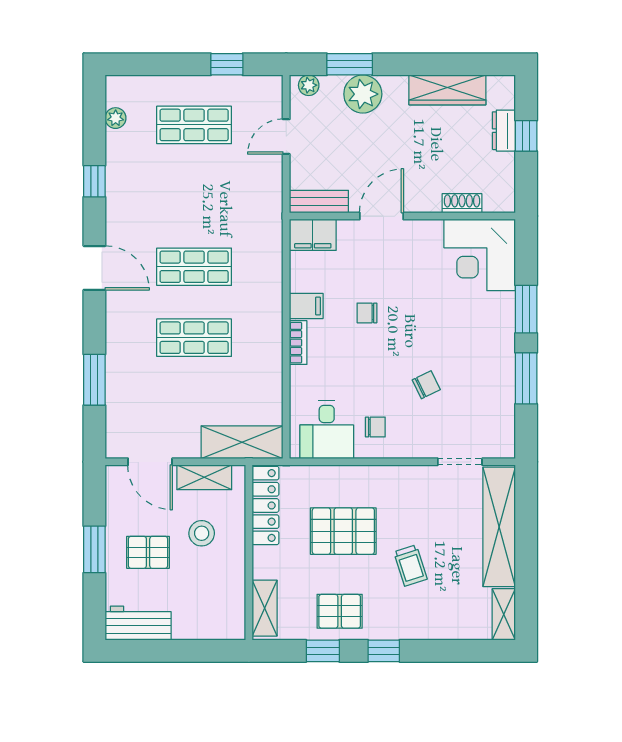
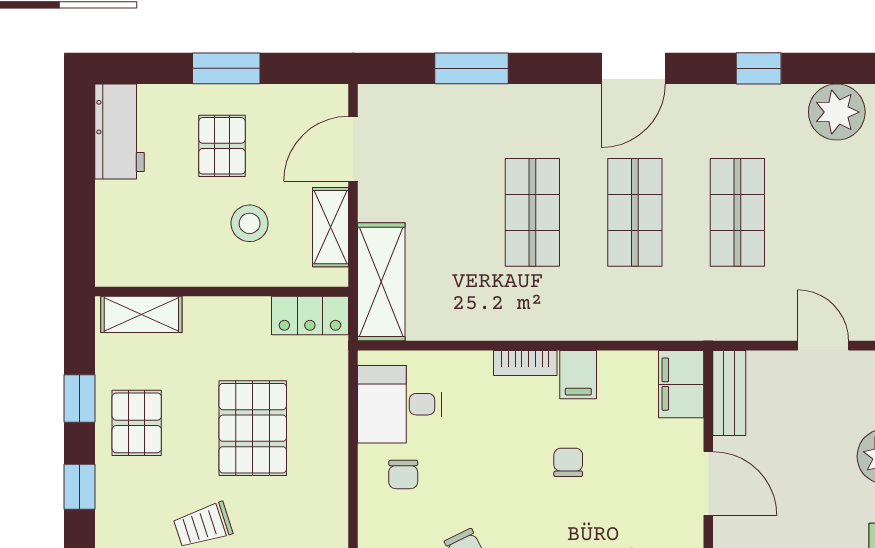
plant: (116, 118) -> (837, 112), width x1.88, depth x1.88
shop shelf: (194, 125) -> (737, 212), moved
locker: (265, 505) -> (310, 316), width x0.66

